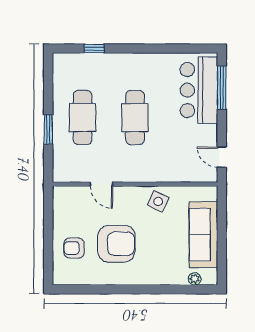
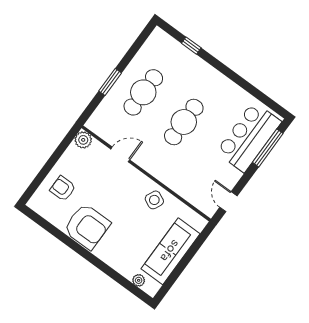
door: (101, 184) -> (120, 154), swing flipped
plant: (61, 195) -> (83, 140), added
armchair: (116, 244) -> (87, 226), moved

